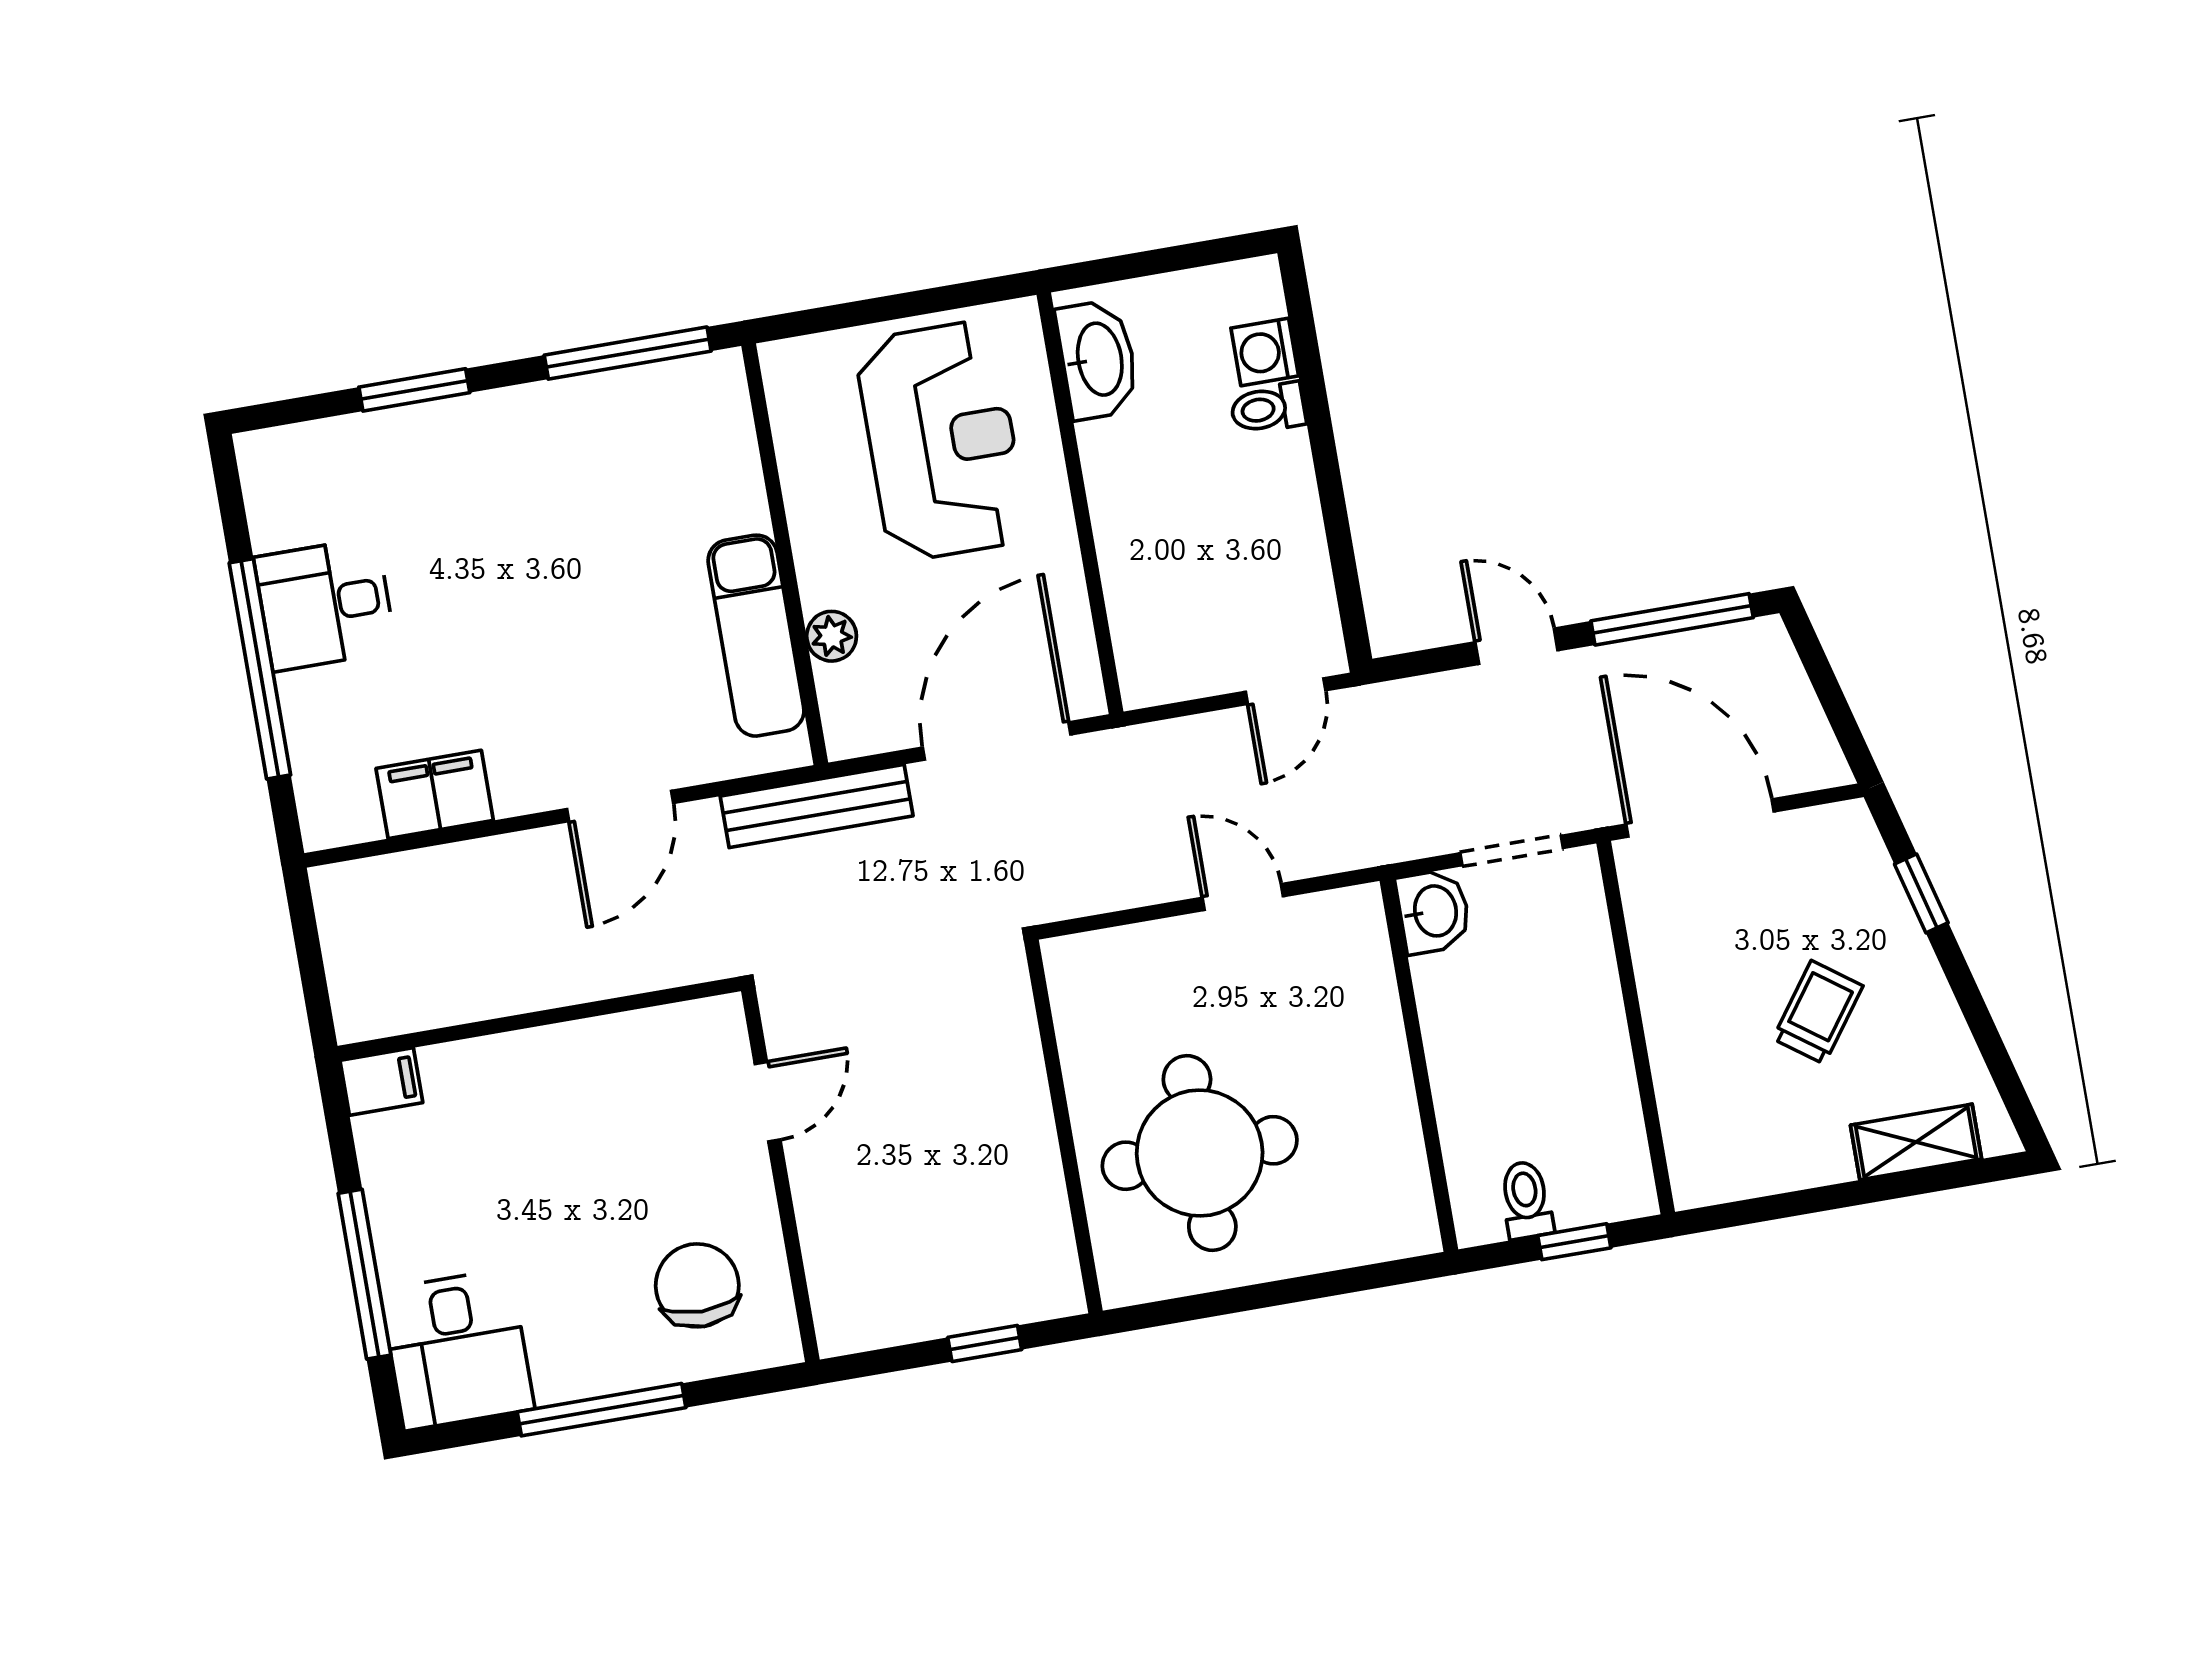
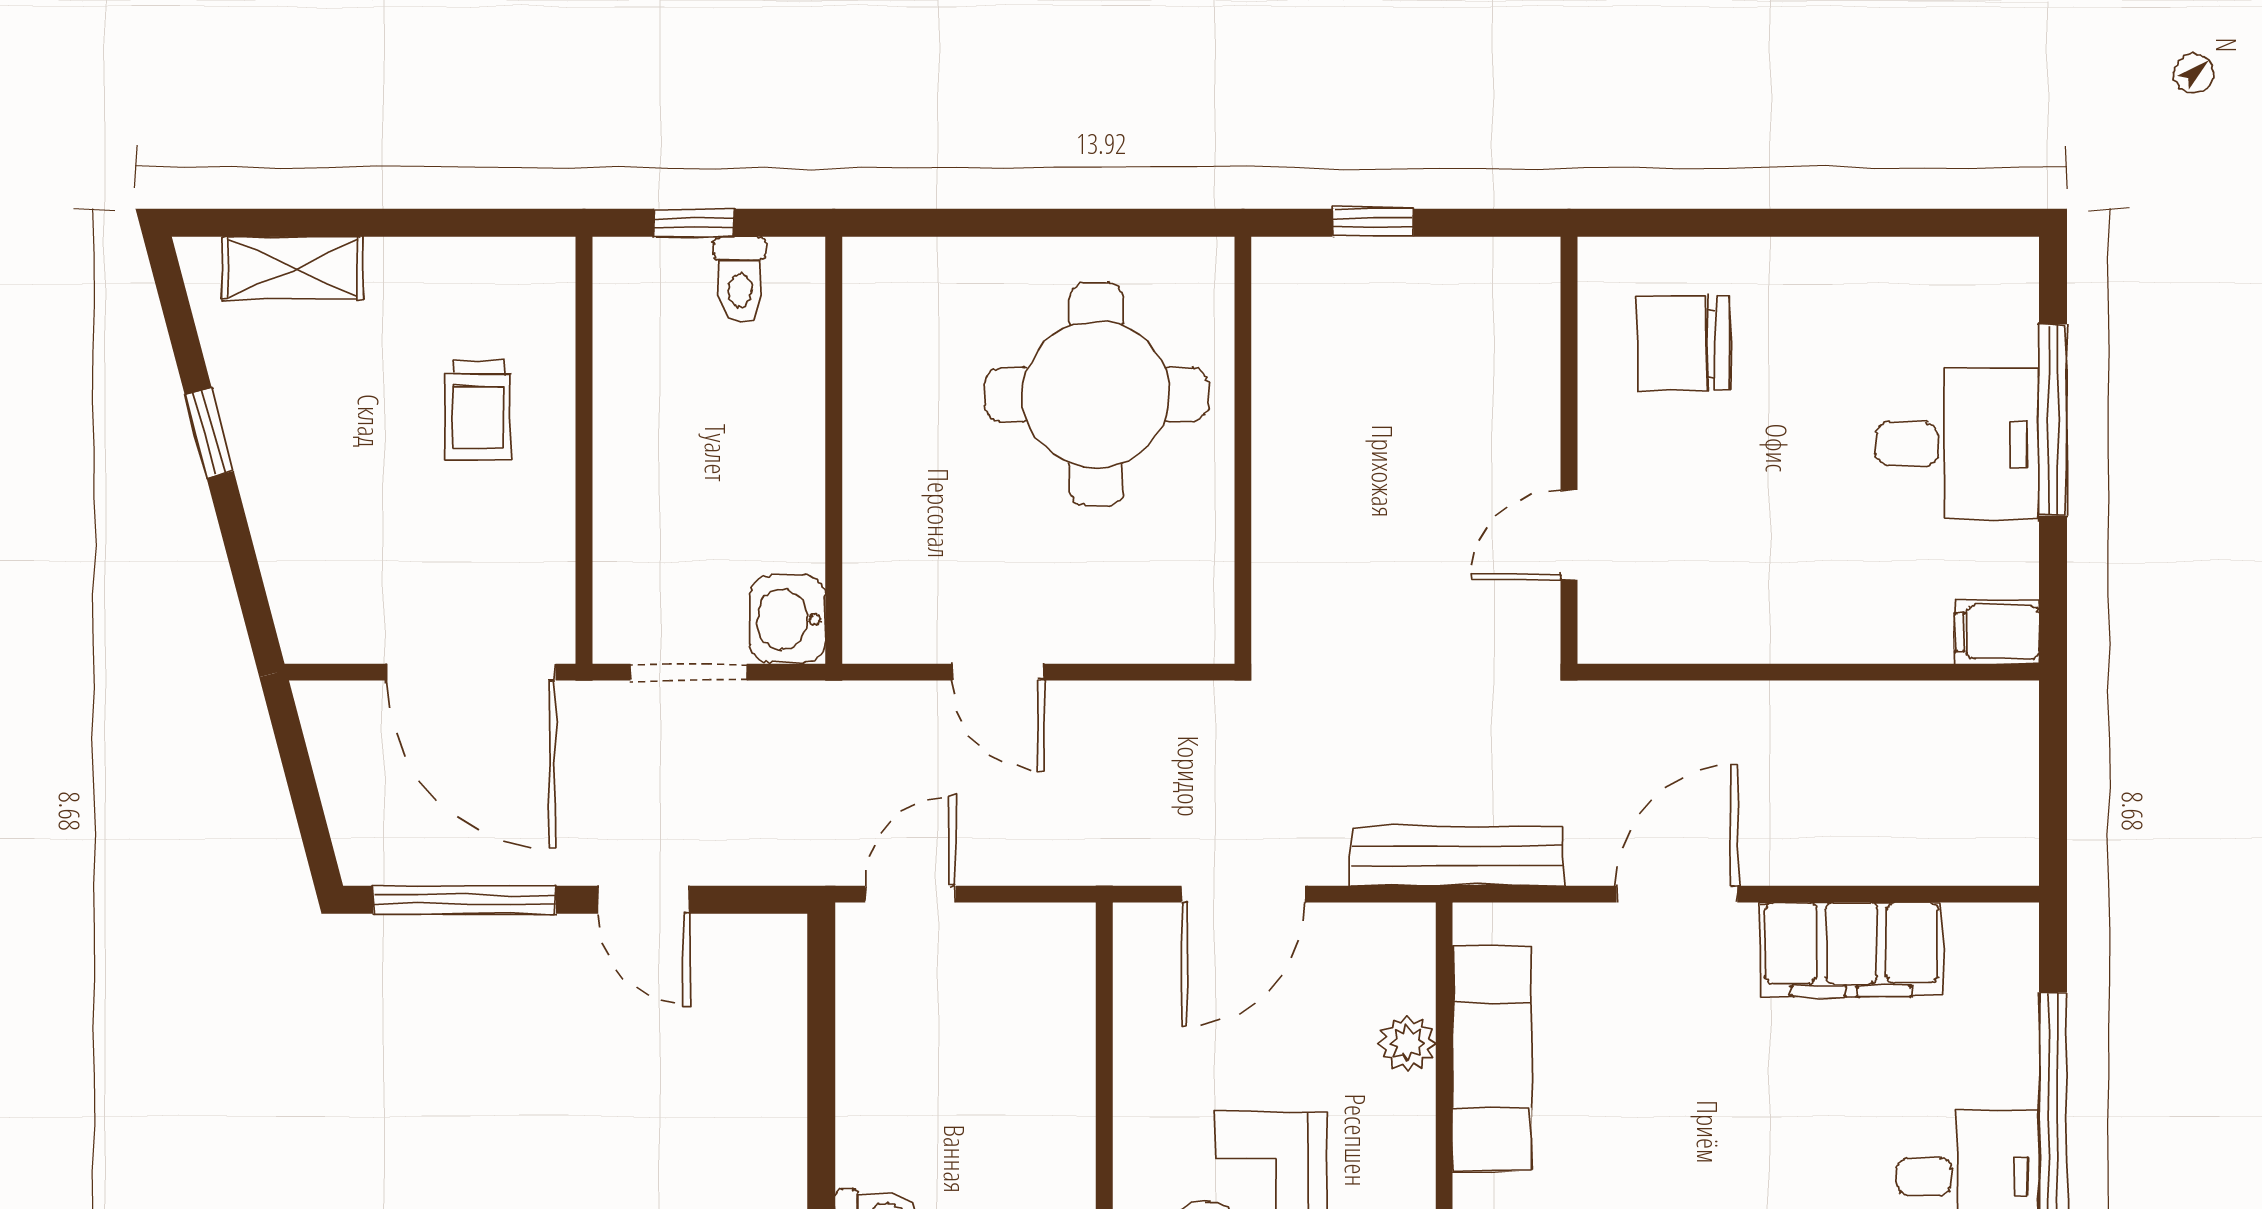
door: (997, 741) -> (1243, 894), width x0.73
filing cabinet: (435, 794) -> (1852, 950), width x1.50, depth x1.17
window: (1921, 893) -> (209, 433), moved
trolley: (1818, 1012) -> (478, 410), moved, turned -36
chair: (697, 1285) -> (1683, 343), turned 90
desk: (457, 1349) -> (1958, 444), moved, turned 90
window: (602, 1410) -> (1814, 223), removed

